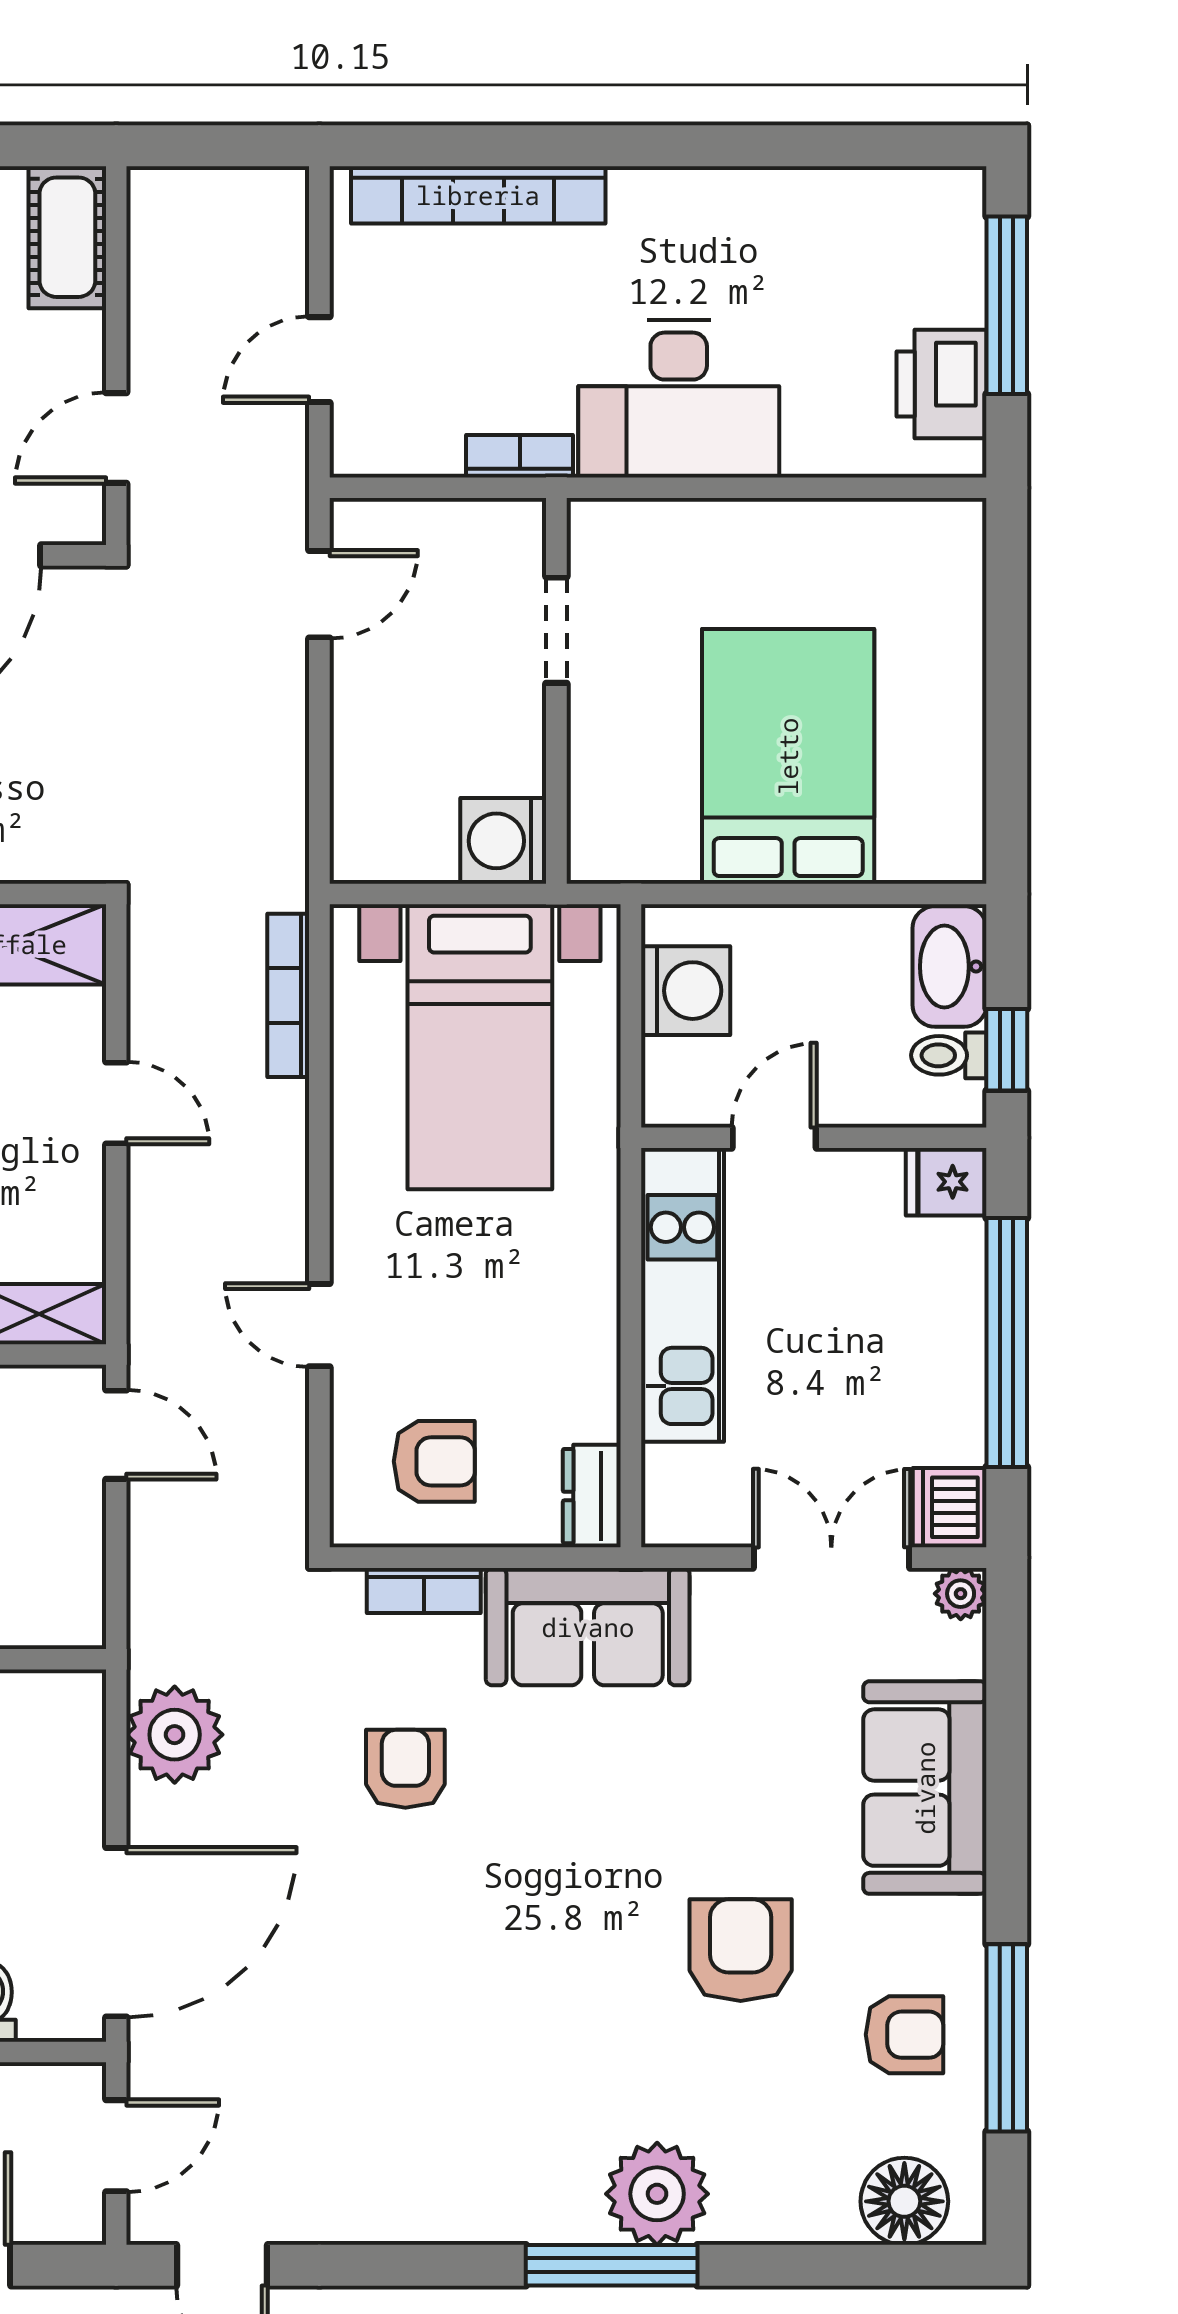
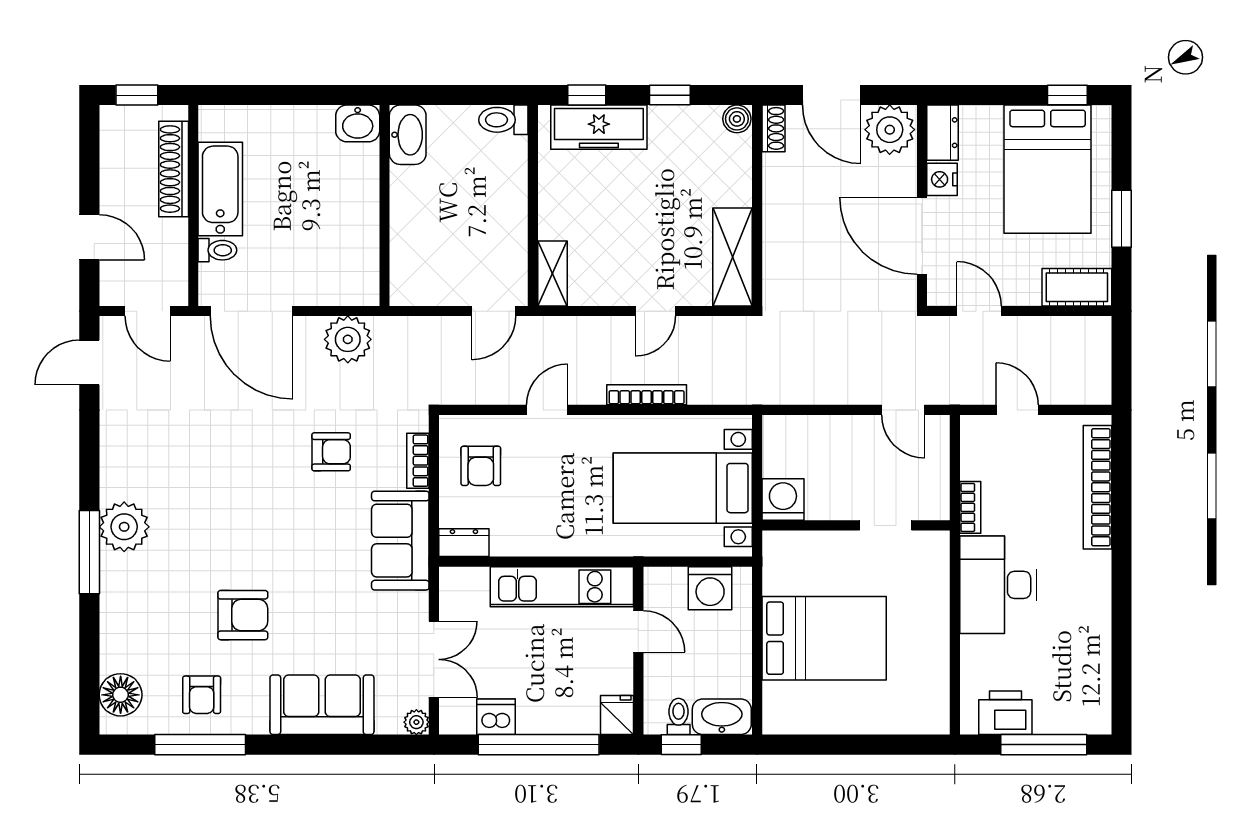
bookcase: (288, 995) -> (647, 395), moved
dishwasher: (950, 1507) -> (496, 717), moved
plant: (657, 2194) -> (124, 527), moved

